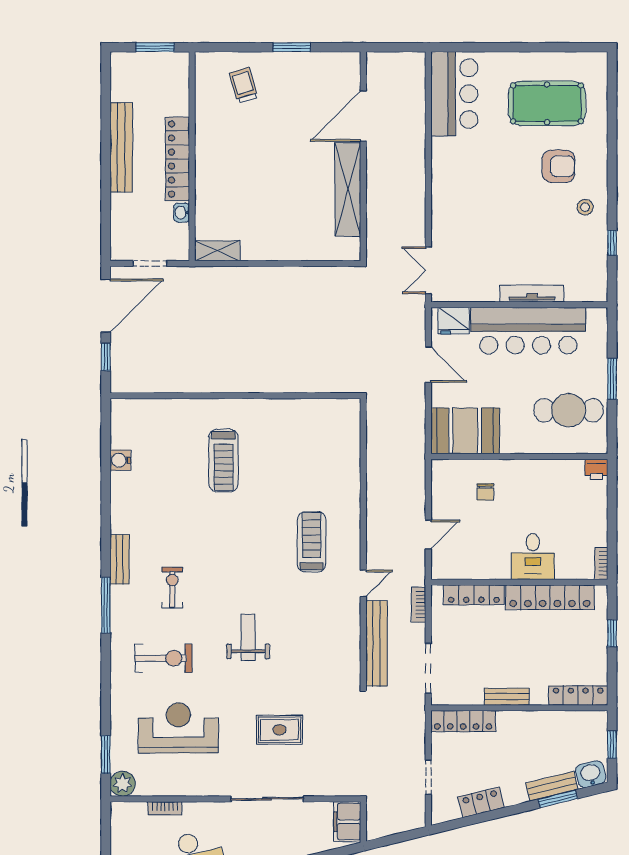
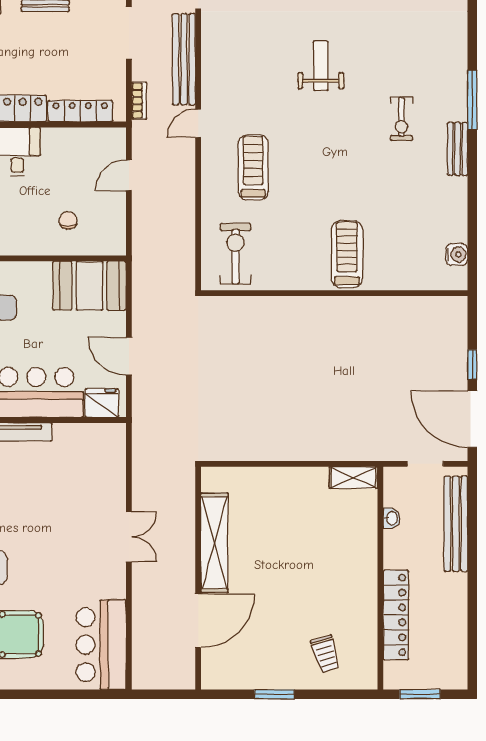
bench: (121, 147) -> (456, 524), moved
locker: (178, 159) -> (396, 615), moved
double door: (428, 270) -> (129, 537), moved
door: (106, 306) -> (472, 419), hinge flipped
wall: (235, 396) -> (334, 293), moved
treadmill: (311, 542) -> (253, 167), turned 180
weight bench: (248, 637) -> (321, 66), turned 180
exercise bike: (164, 658) -> (236, 254), moved, turned 90

